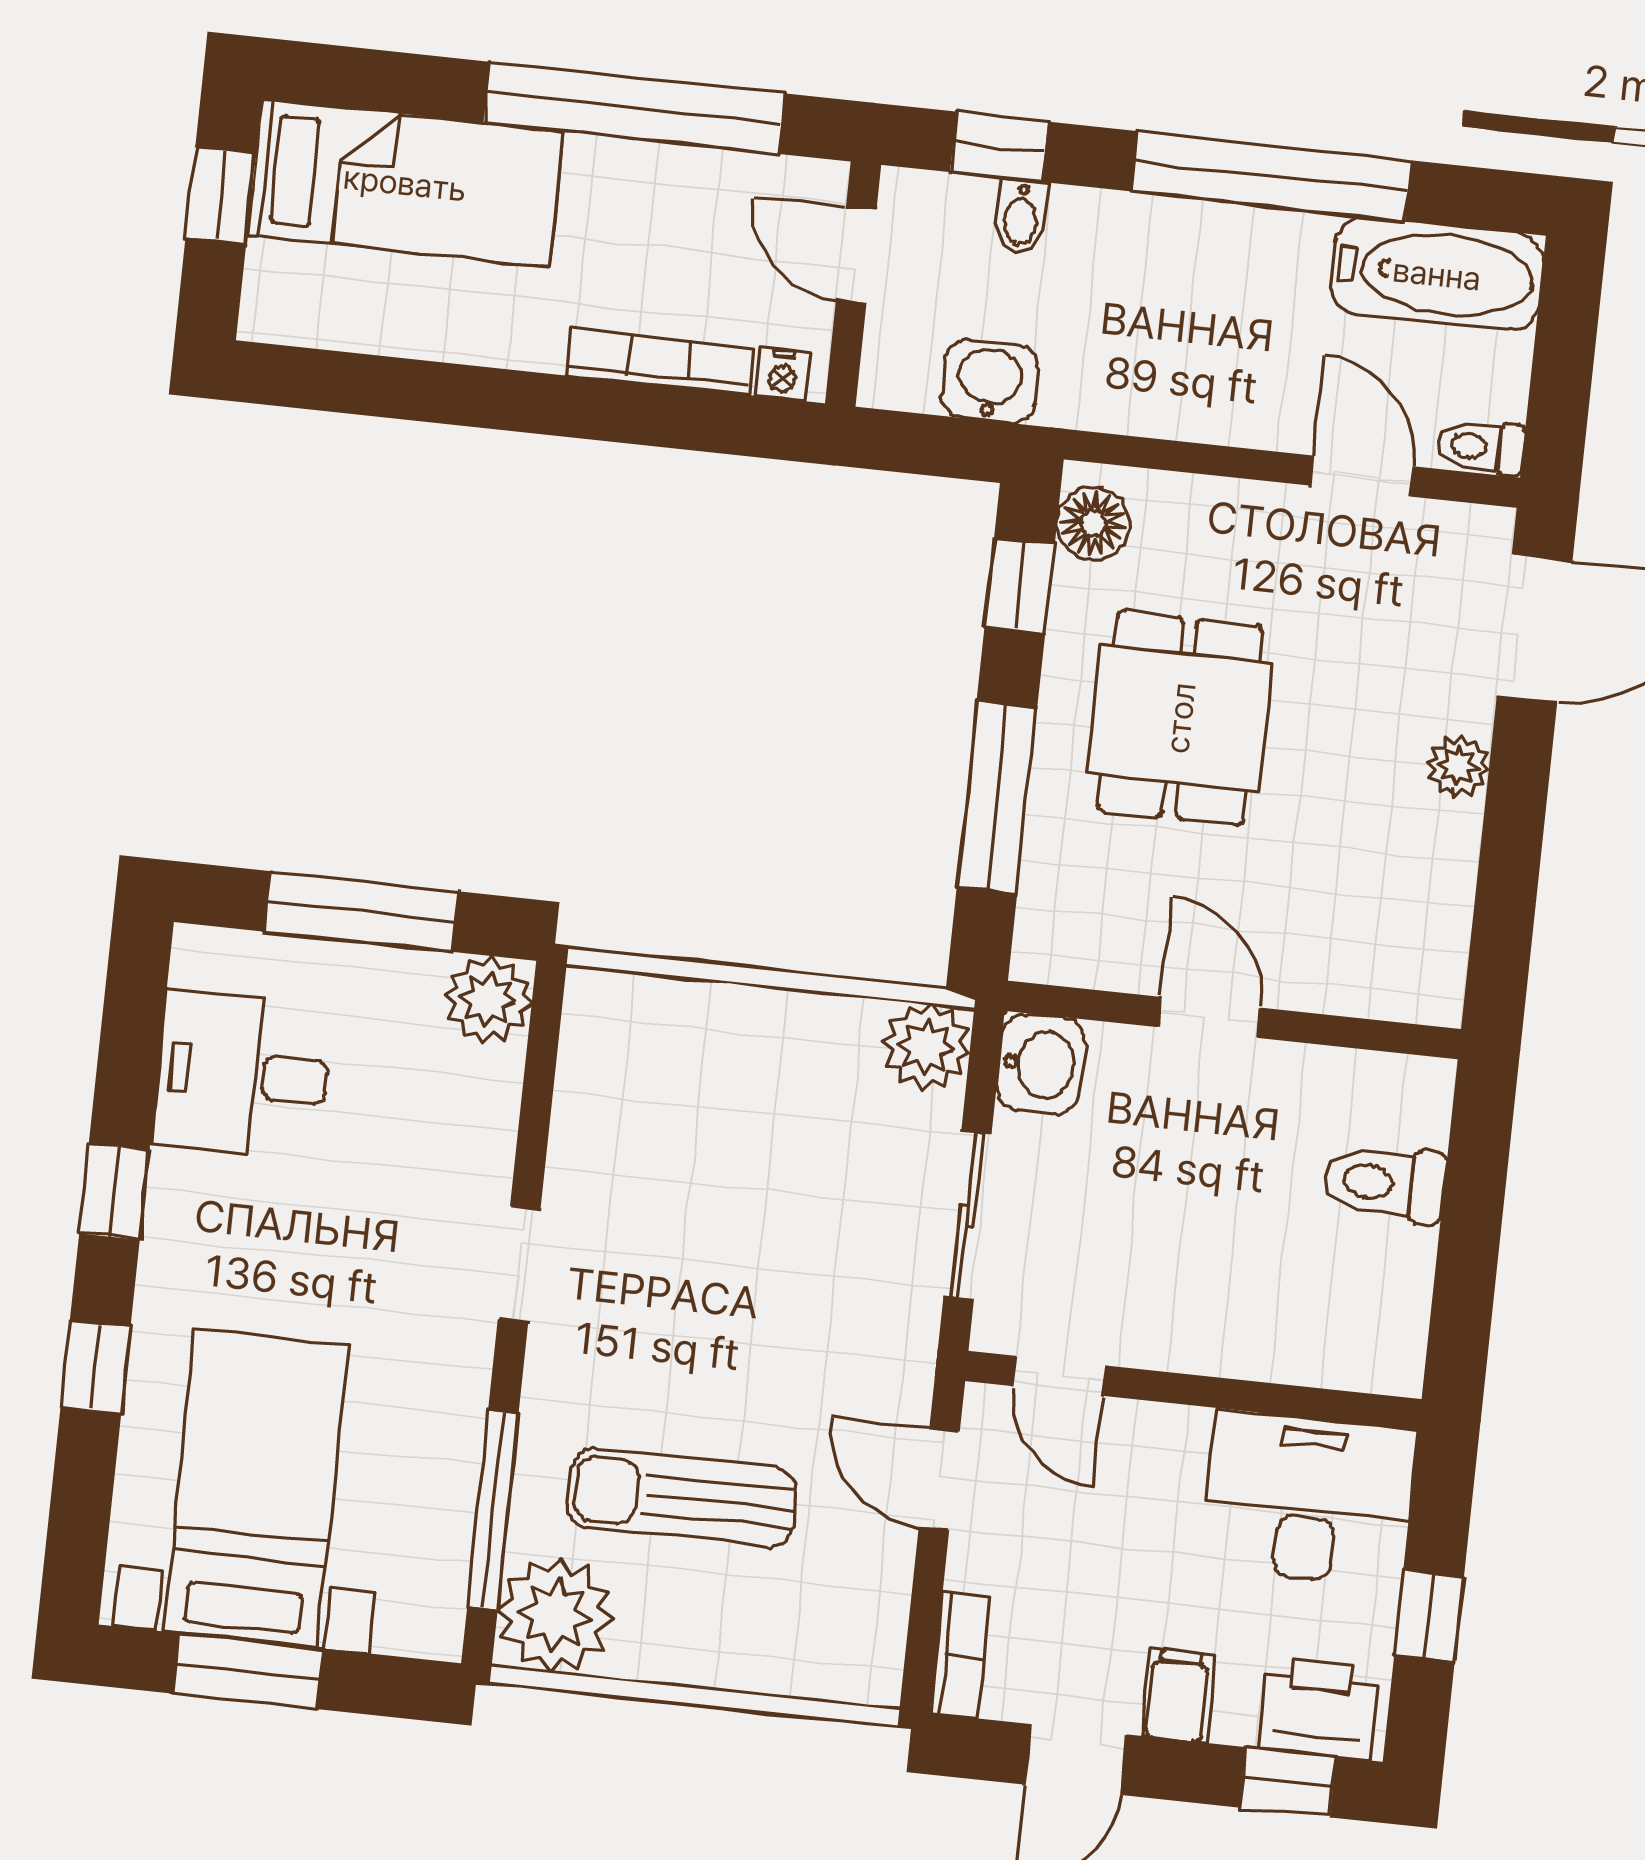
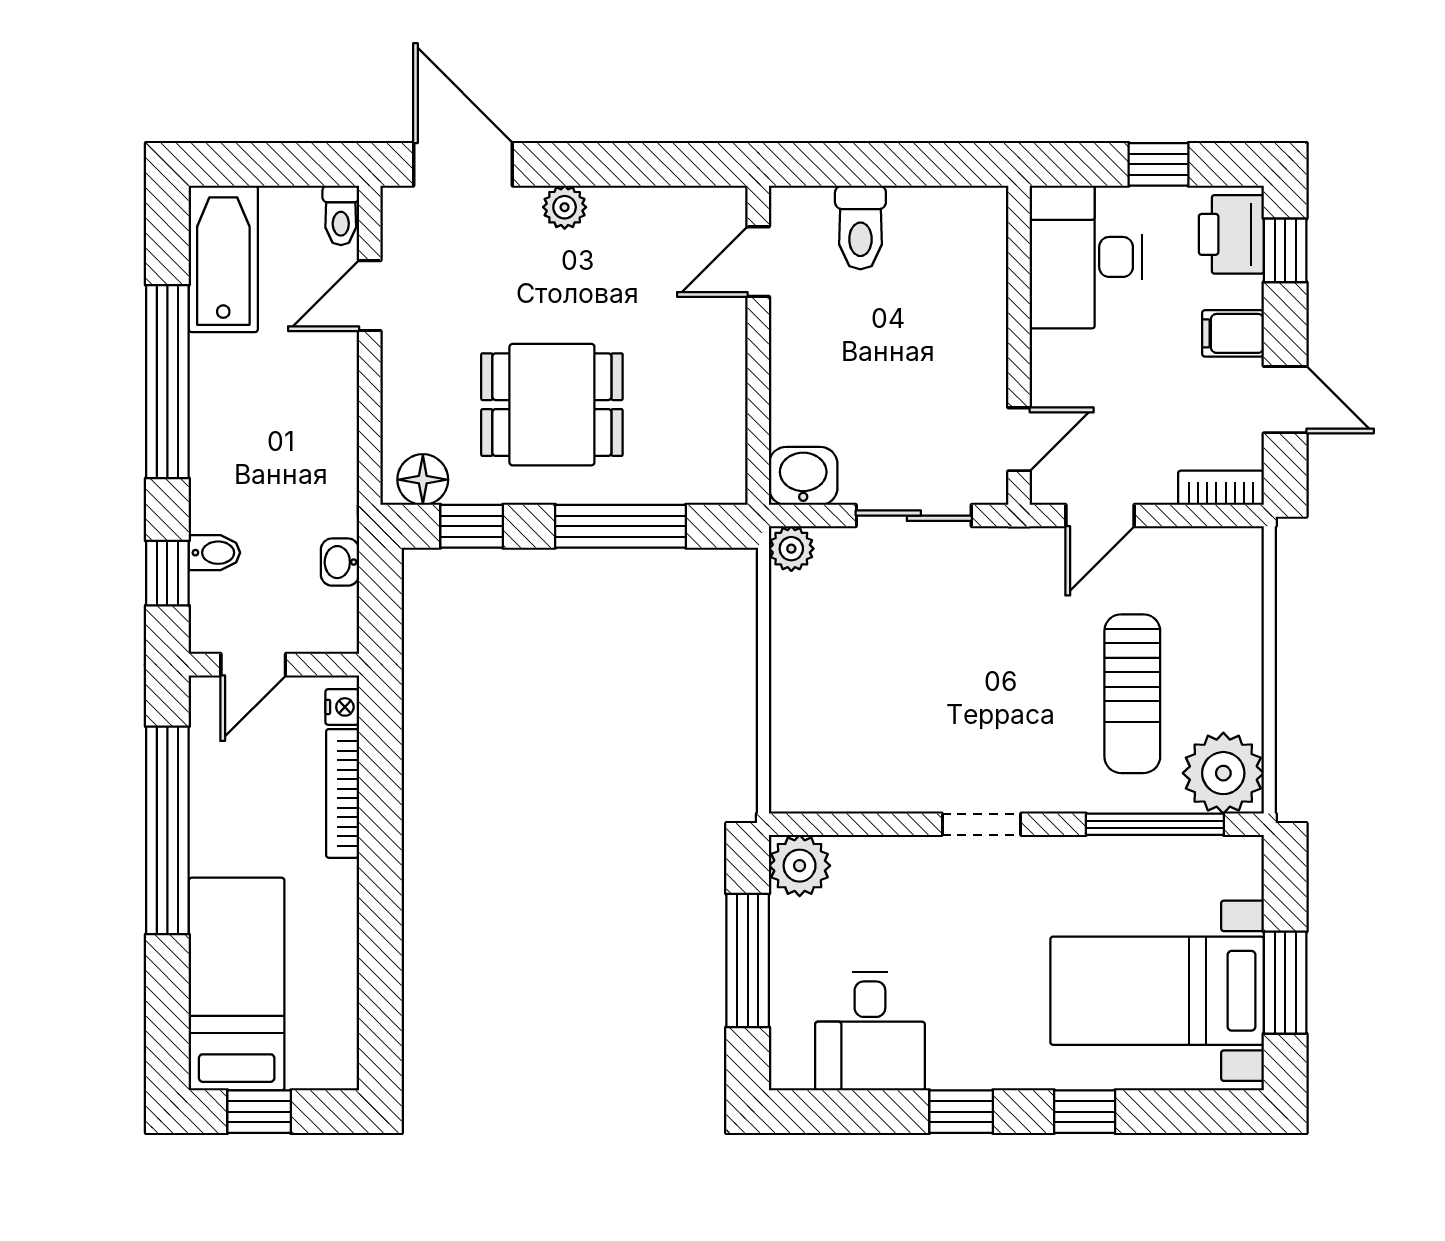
washbasin: (990, 381) -> (340, 562), width x0.72, depth x0.69
door: (1209, 1017) -> (758, 262), moved
plant: (926, 1047) -> (791, 549), width x0.73, depth x0.73

